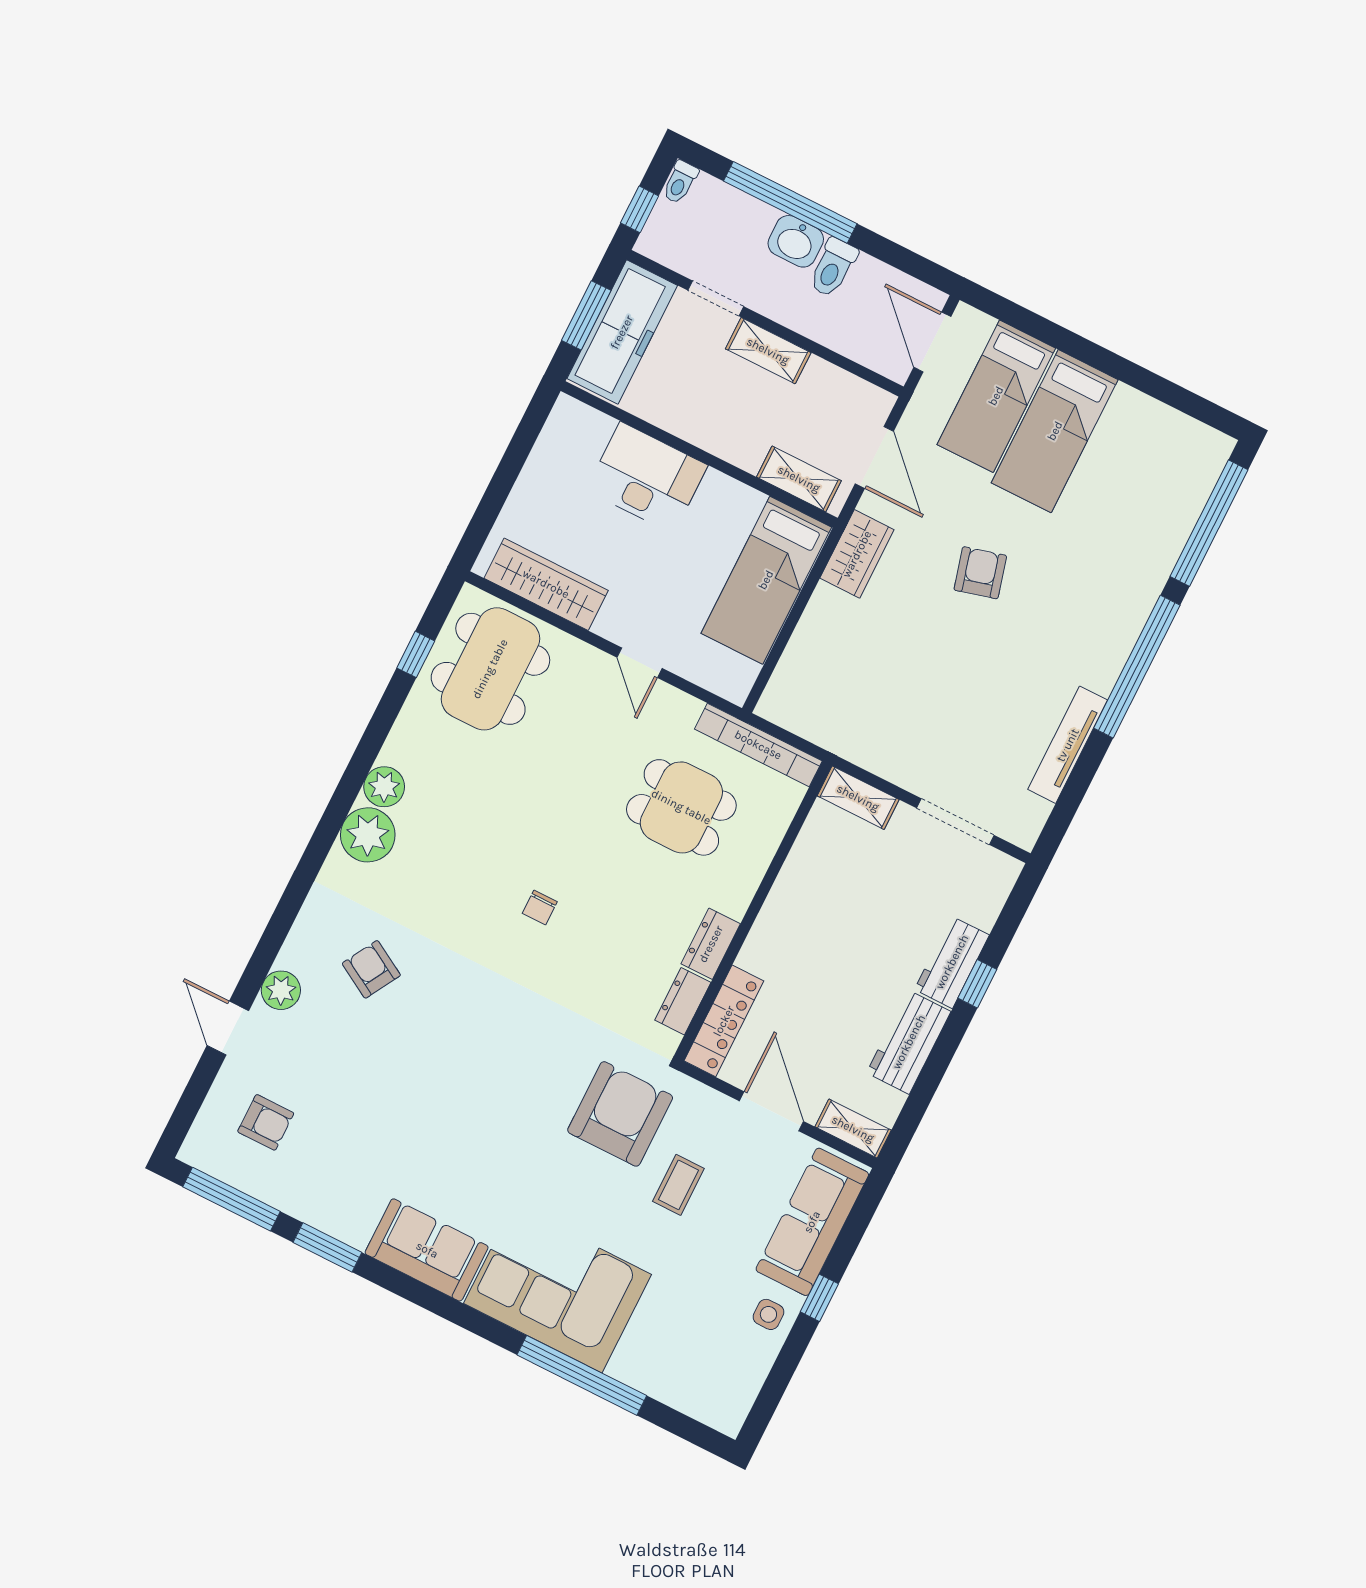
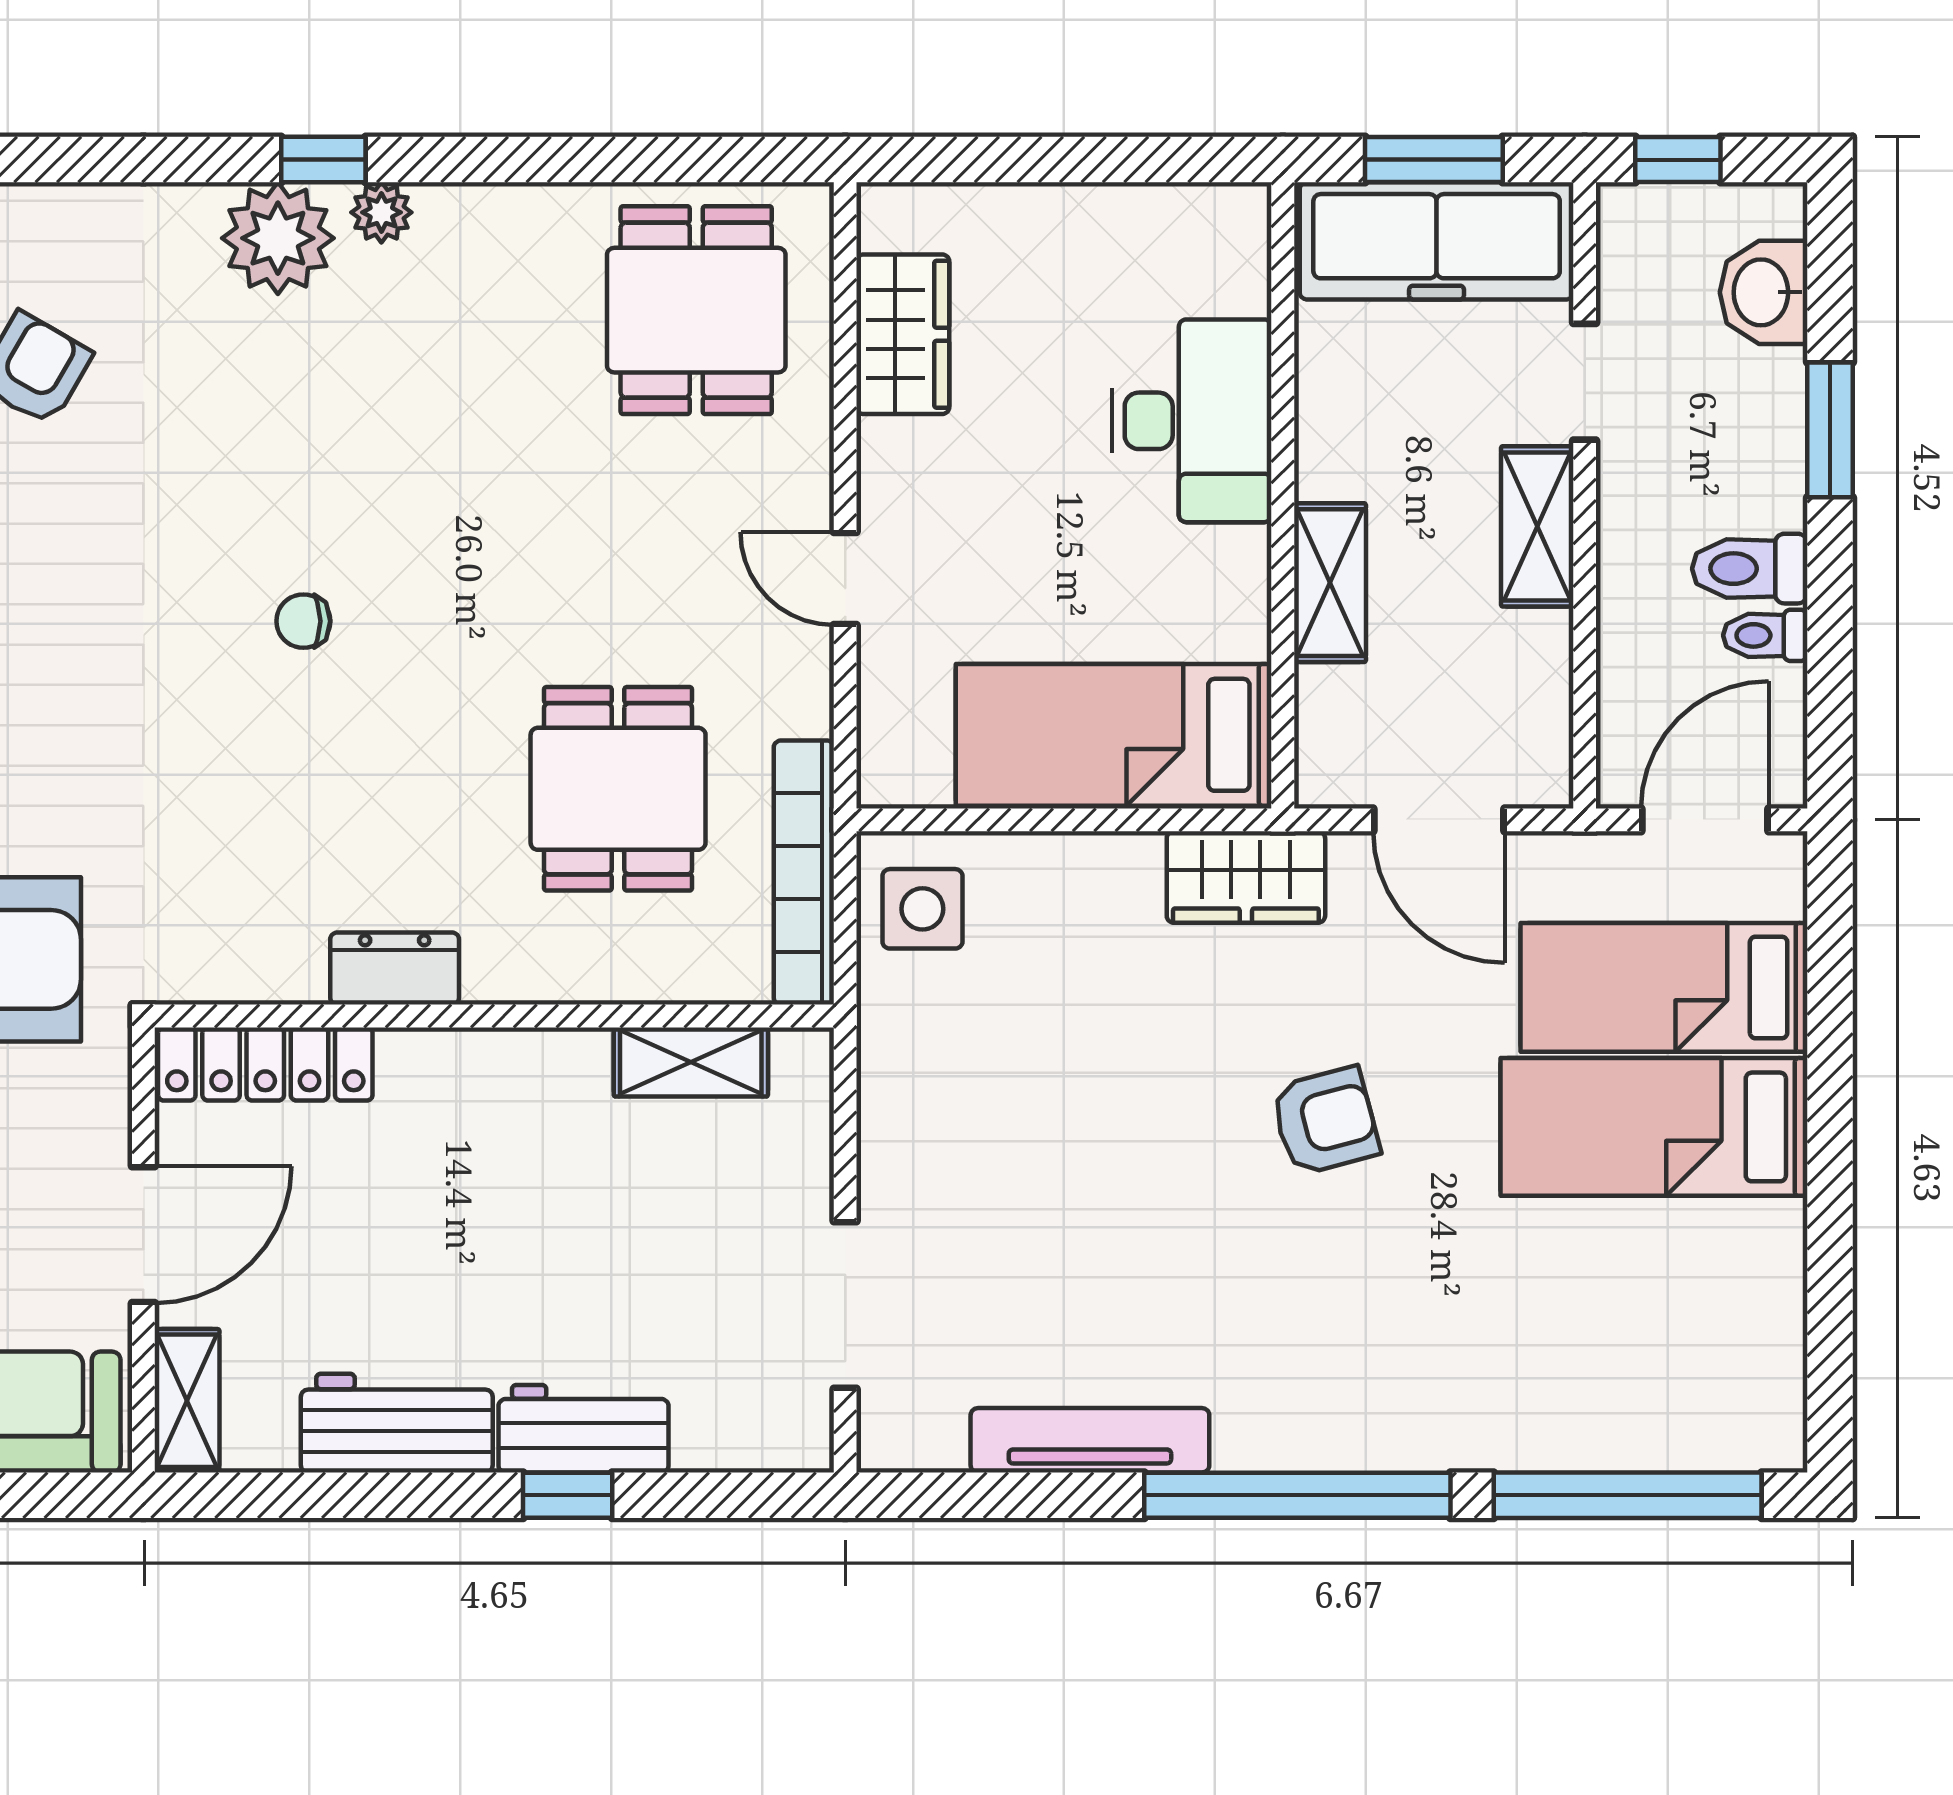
toilet: (680, 182) -> (1765, 635), moved
window: (790, 202) -> (1830, 430), width x0.47
washbasin: (796, 241) -> (1764, 292), moved
door: (874, 458) -> (1439, 820), hinge flipped
shelving: (799, 479) -> (1330, 583), moved
wardrobe: (546, 584) -> (903, 334), width x0.67
window: (416, 654) -> (323, 160), moved
door: (640, 663) -> (845, 578), hinge flipped
dining table: (490, 669) -> (696, 310), width x0.73
side table: (800, 701) -> (922, 909), added
plant: (384, 787) -> (381, 212), width x0.73, depth x0.73
shelving: (858, 798) -> (691, 1062), moved, turned 90
dresser: (683, 1001) -> (263, 970), removed

